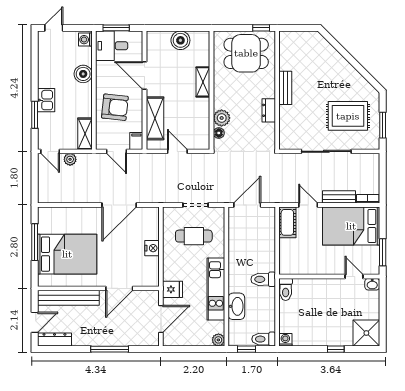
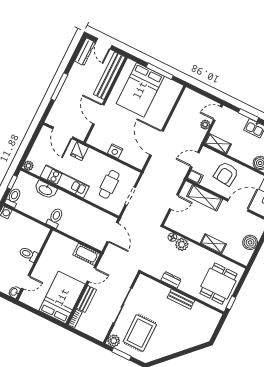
plant: (372, 142) -> (114, 341), added
window: (383, 252) -> (33, 310), removed
toilet: (286, 289) -> (28, 254), moved

